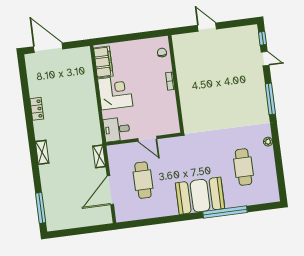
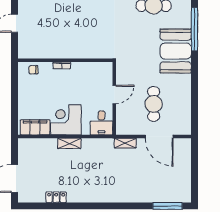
locker: (37, 109) -> (56, 197), moved
shelving: (42, 152) -> (69, 143), moved
cafe table: (143, 180) -> (154, 104), turned 90

